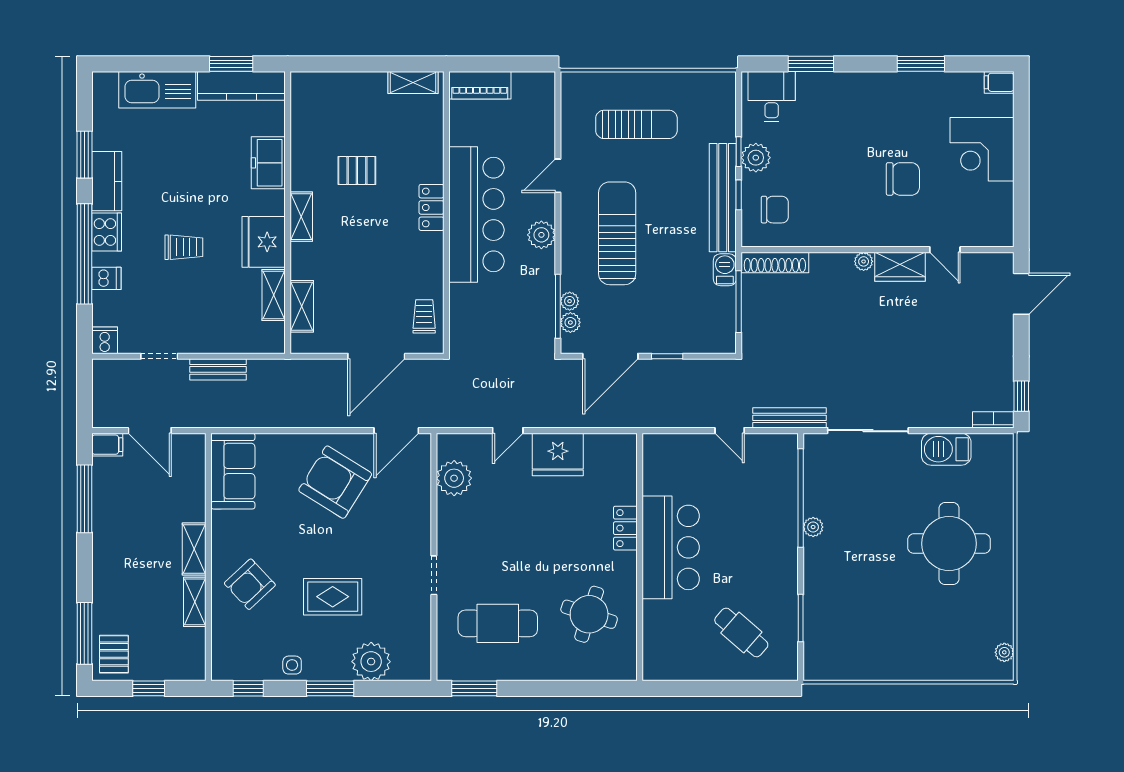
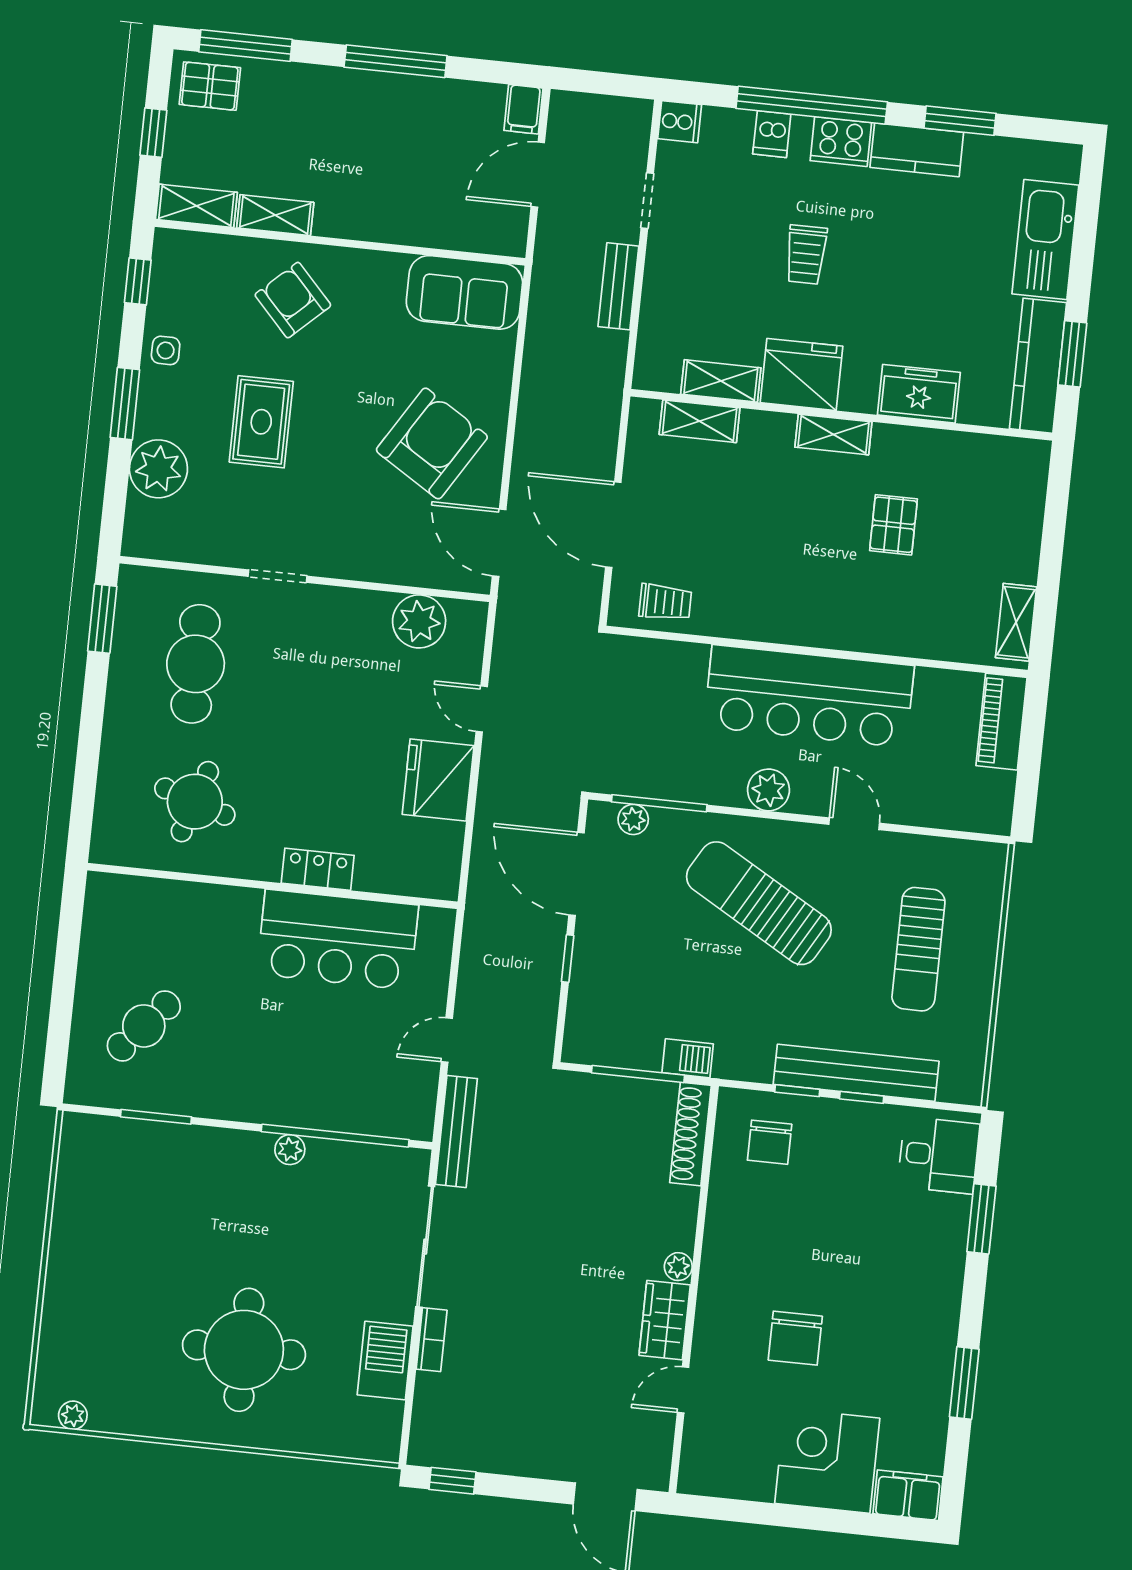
filing cabinet: (999, 82) -> (908, 1495), width x2.00
plant: (756, 158) -> (850, 1122), removed
bench: (723, 198) -> (856, 1073), moved
locker: (431, 207) -> (827, 630), removed
sun lounger: (617, 233) -> (759, 903), turned -150
plant: (570, 301) -> (665, 822), removed
bookcase: (993, 420) -> (432, 1340), moved
window: (84, 499) -> (396, 61), moved
bar counter: (671, 547) -> (338, 940), moved
shelving: (194, 549) -> (196, 206), moved

